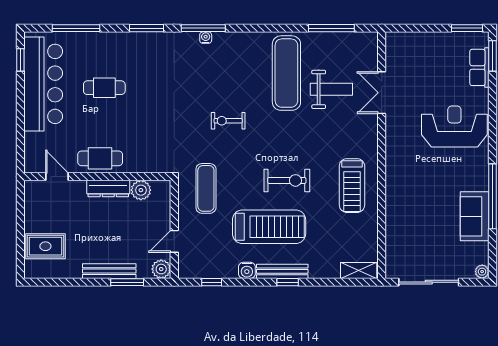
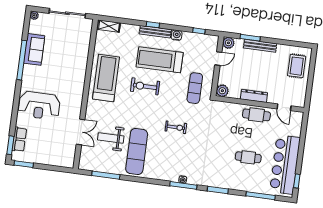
treadmill: (352, 186) -> (106, 78), width x1.37, depth x1.38
plant: (141, 190) -> (222, 91), moved
rug: (45, 246) -> (297, 66), turned 90

